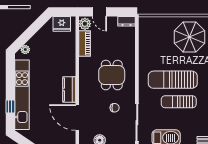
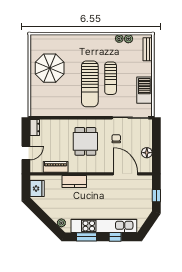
plant: (85, 24) -> (37, 167), removed
dining table: (112, 75) -> (85, 141), turned 90
window: (10, 76) -> (87, 237), added
kitchen counter: (69, 90) -> (74, 181), moved
door: (77, 118) -> (125, 174), swing flipped

